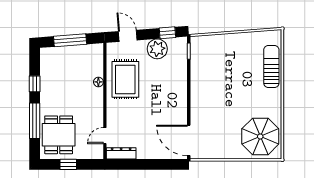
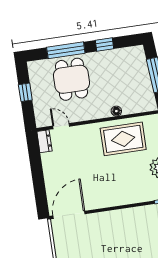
dining table: (59, 135) -> (71, 79), moved, turned 90
dresser: (121, 153) -> (44, 141), width x0.70

